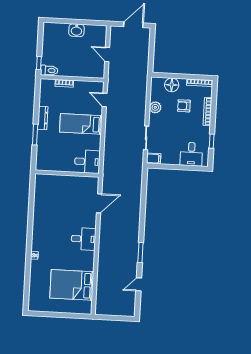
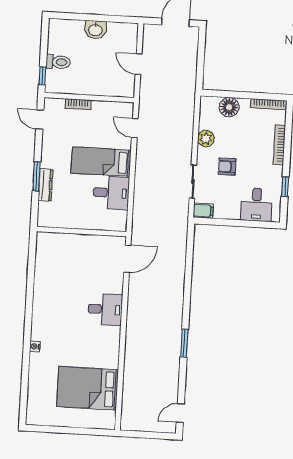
toilet: (49, 70) -> (58, 62), moved
door: (37, 94) -> (40, 120), added
armchair: (184, 106) -> (227, 167), moved
dresser: (43, 118) -> (45, 185), moved
desk: (87, 162) -> (111, 193), moved
door: (99, 203) -> (127, 259), moved
desk: (84, 239) -> (105, 309), moved
door: (139, 284) -> (180, 413), moved

